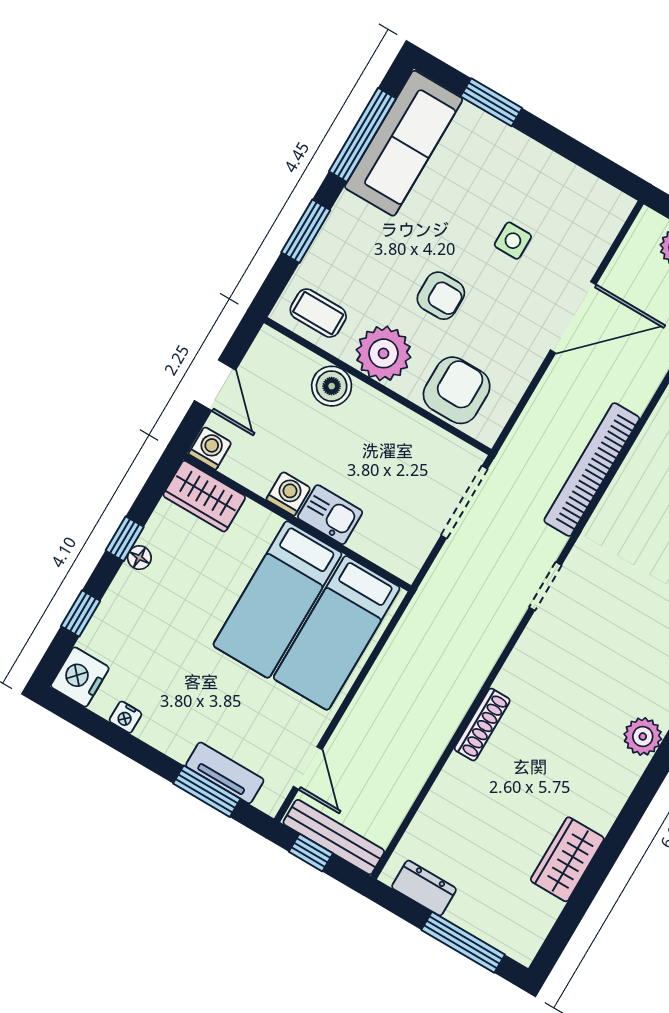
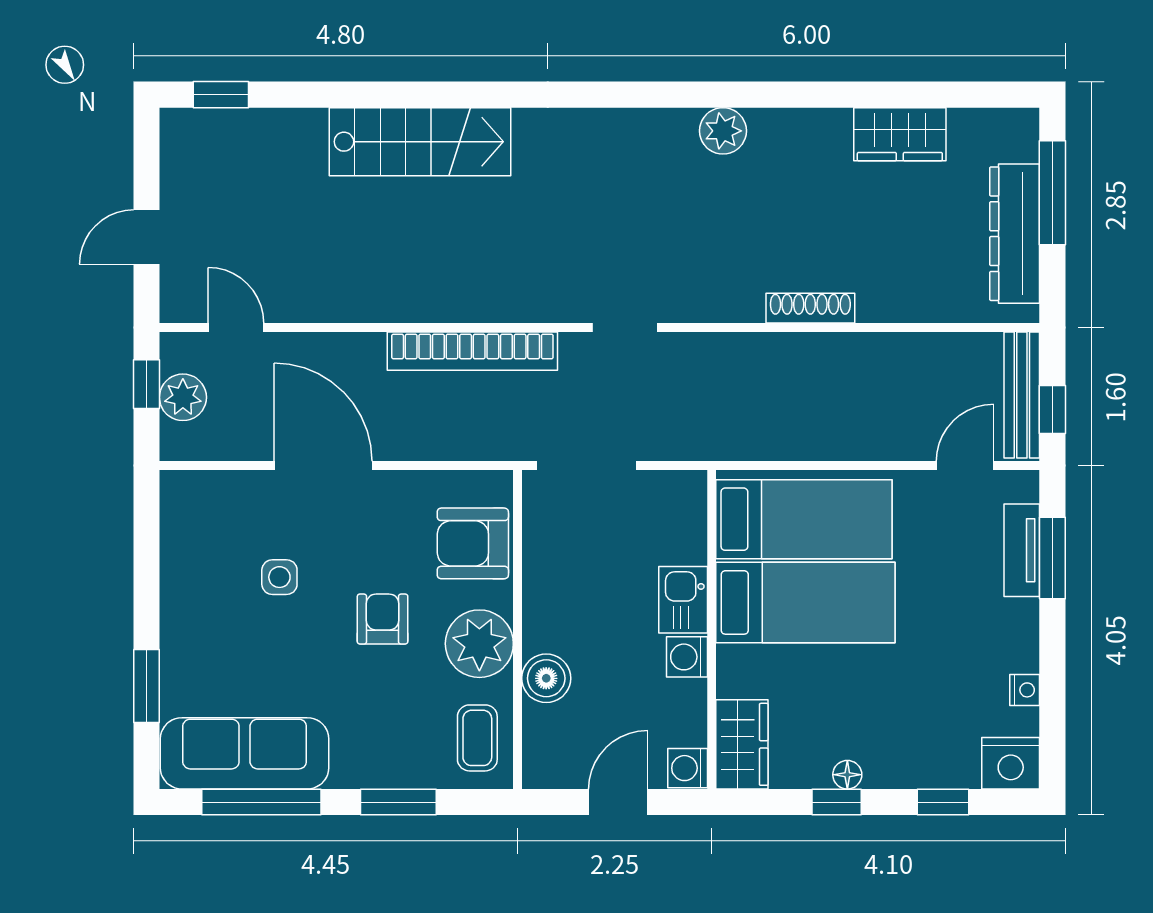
dresser: (424, 888) -> (1015, 234), width x1.96, depth x1.24

